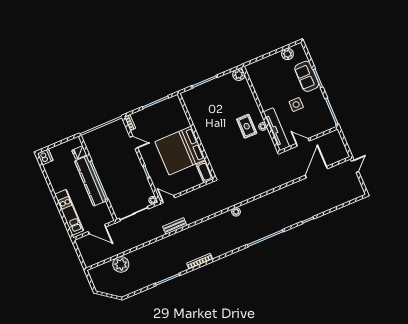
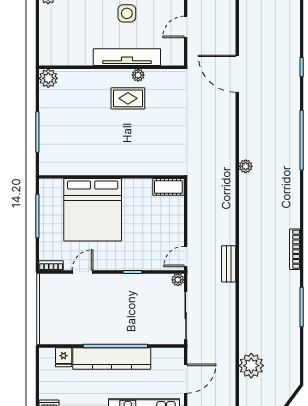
tv unit: (276, 129) -> (127, 57), moved
bed: (180, 151) -> (93, 210), moved
door: (316, 172) -> (237, 74), moved

